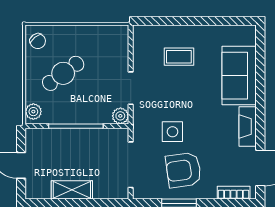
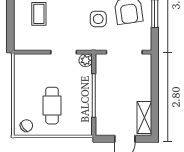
cafe table: (63, 73) -> (52, 106), turned 36
plant: (33, 112) -> (82, 129), removed
shelving: (72, 190) -> (144, 117), moved

